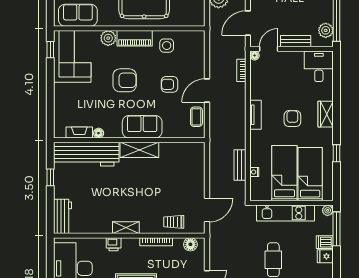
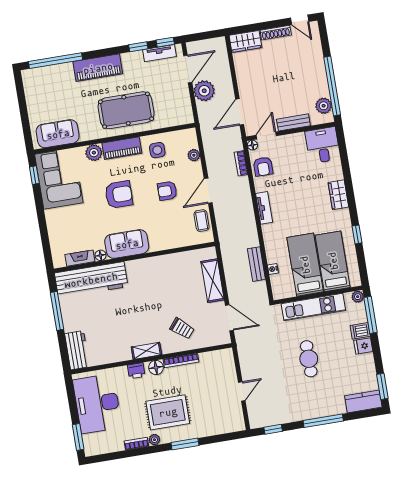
plant: (199, 56) -> (194, 155), added
armchair: (292, 119) -> (263, 167), moved, turned 180
sofa: (142, 127) -> (127, 244), moved
shelving: (139, 150) -> (213, 281), moved, turned 90
window: (50, 177) -> (57, 311), width x2.17
door: (207, 210) -> (229, 318), hinge flipped
trolley: (174, 222) -> (182, 328), moved, turned -140
floor lamp: (190, 244) -> (156, 368), moved

